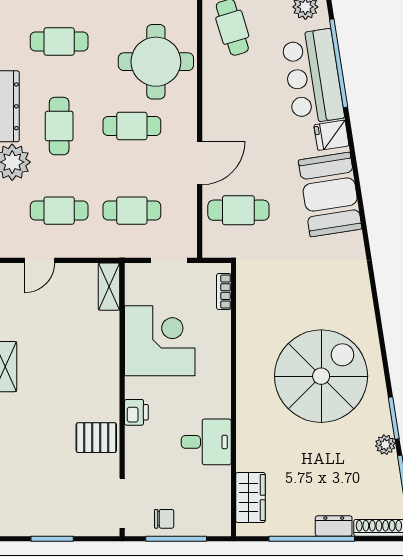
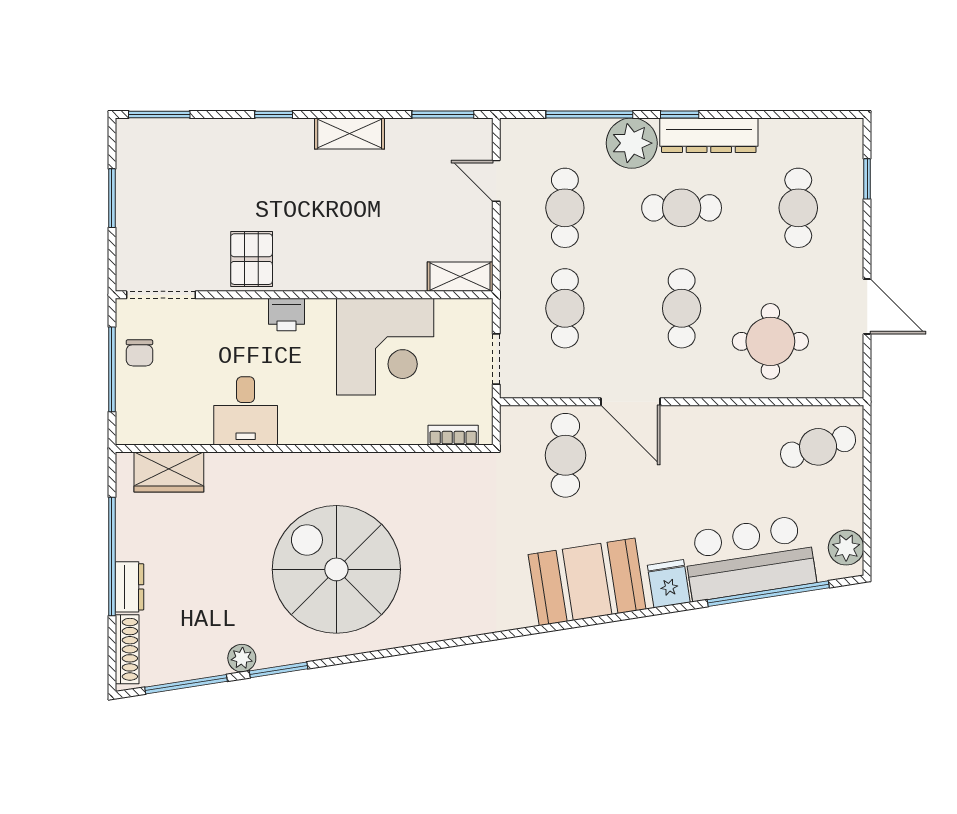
round table: (156, 62) -> (770, 341), width x0.73, depth x0.73
spiral stairs: (321, 376) -> (336, 569), turned 180

